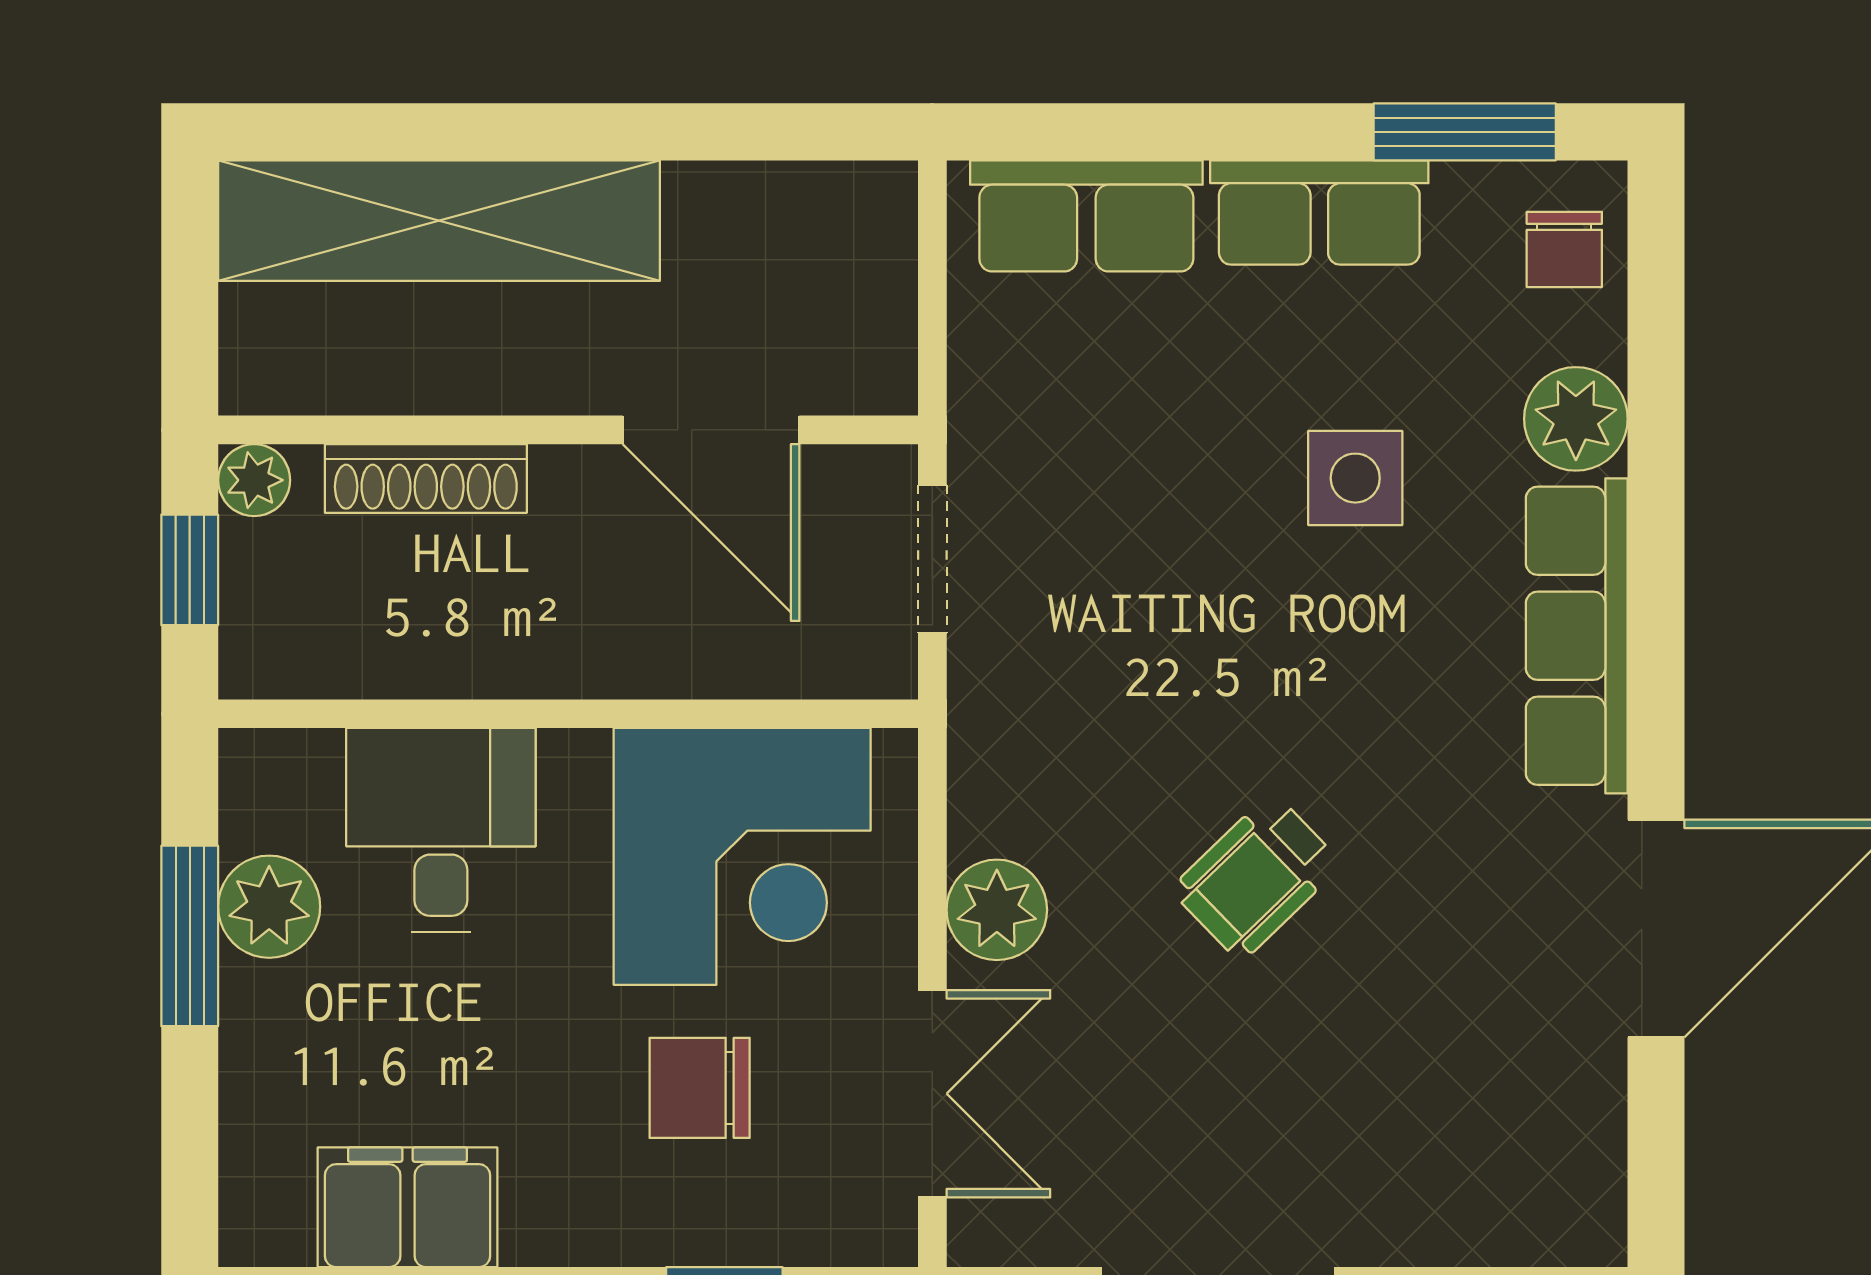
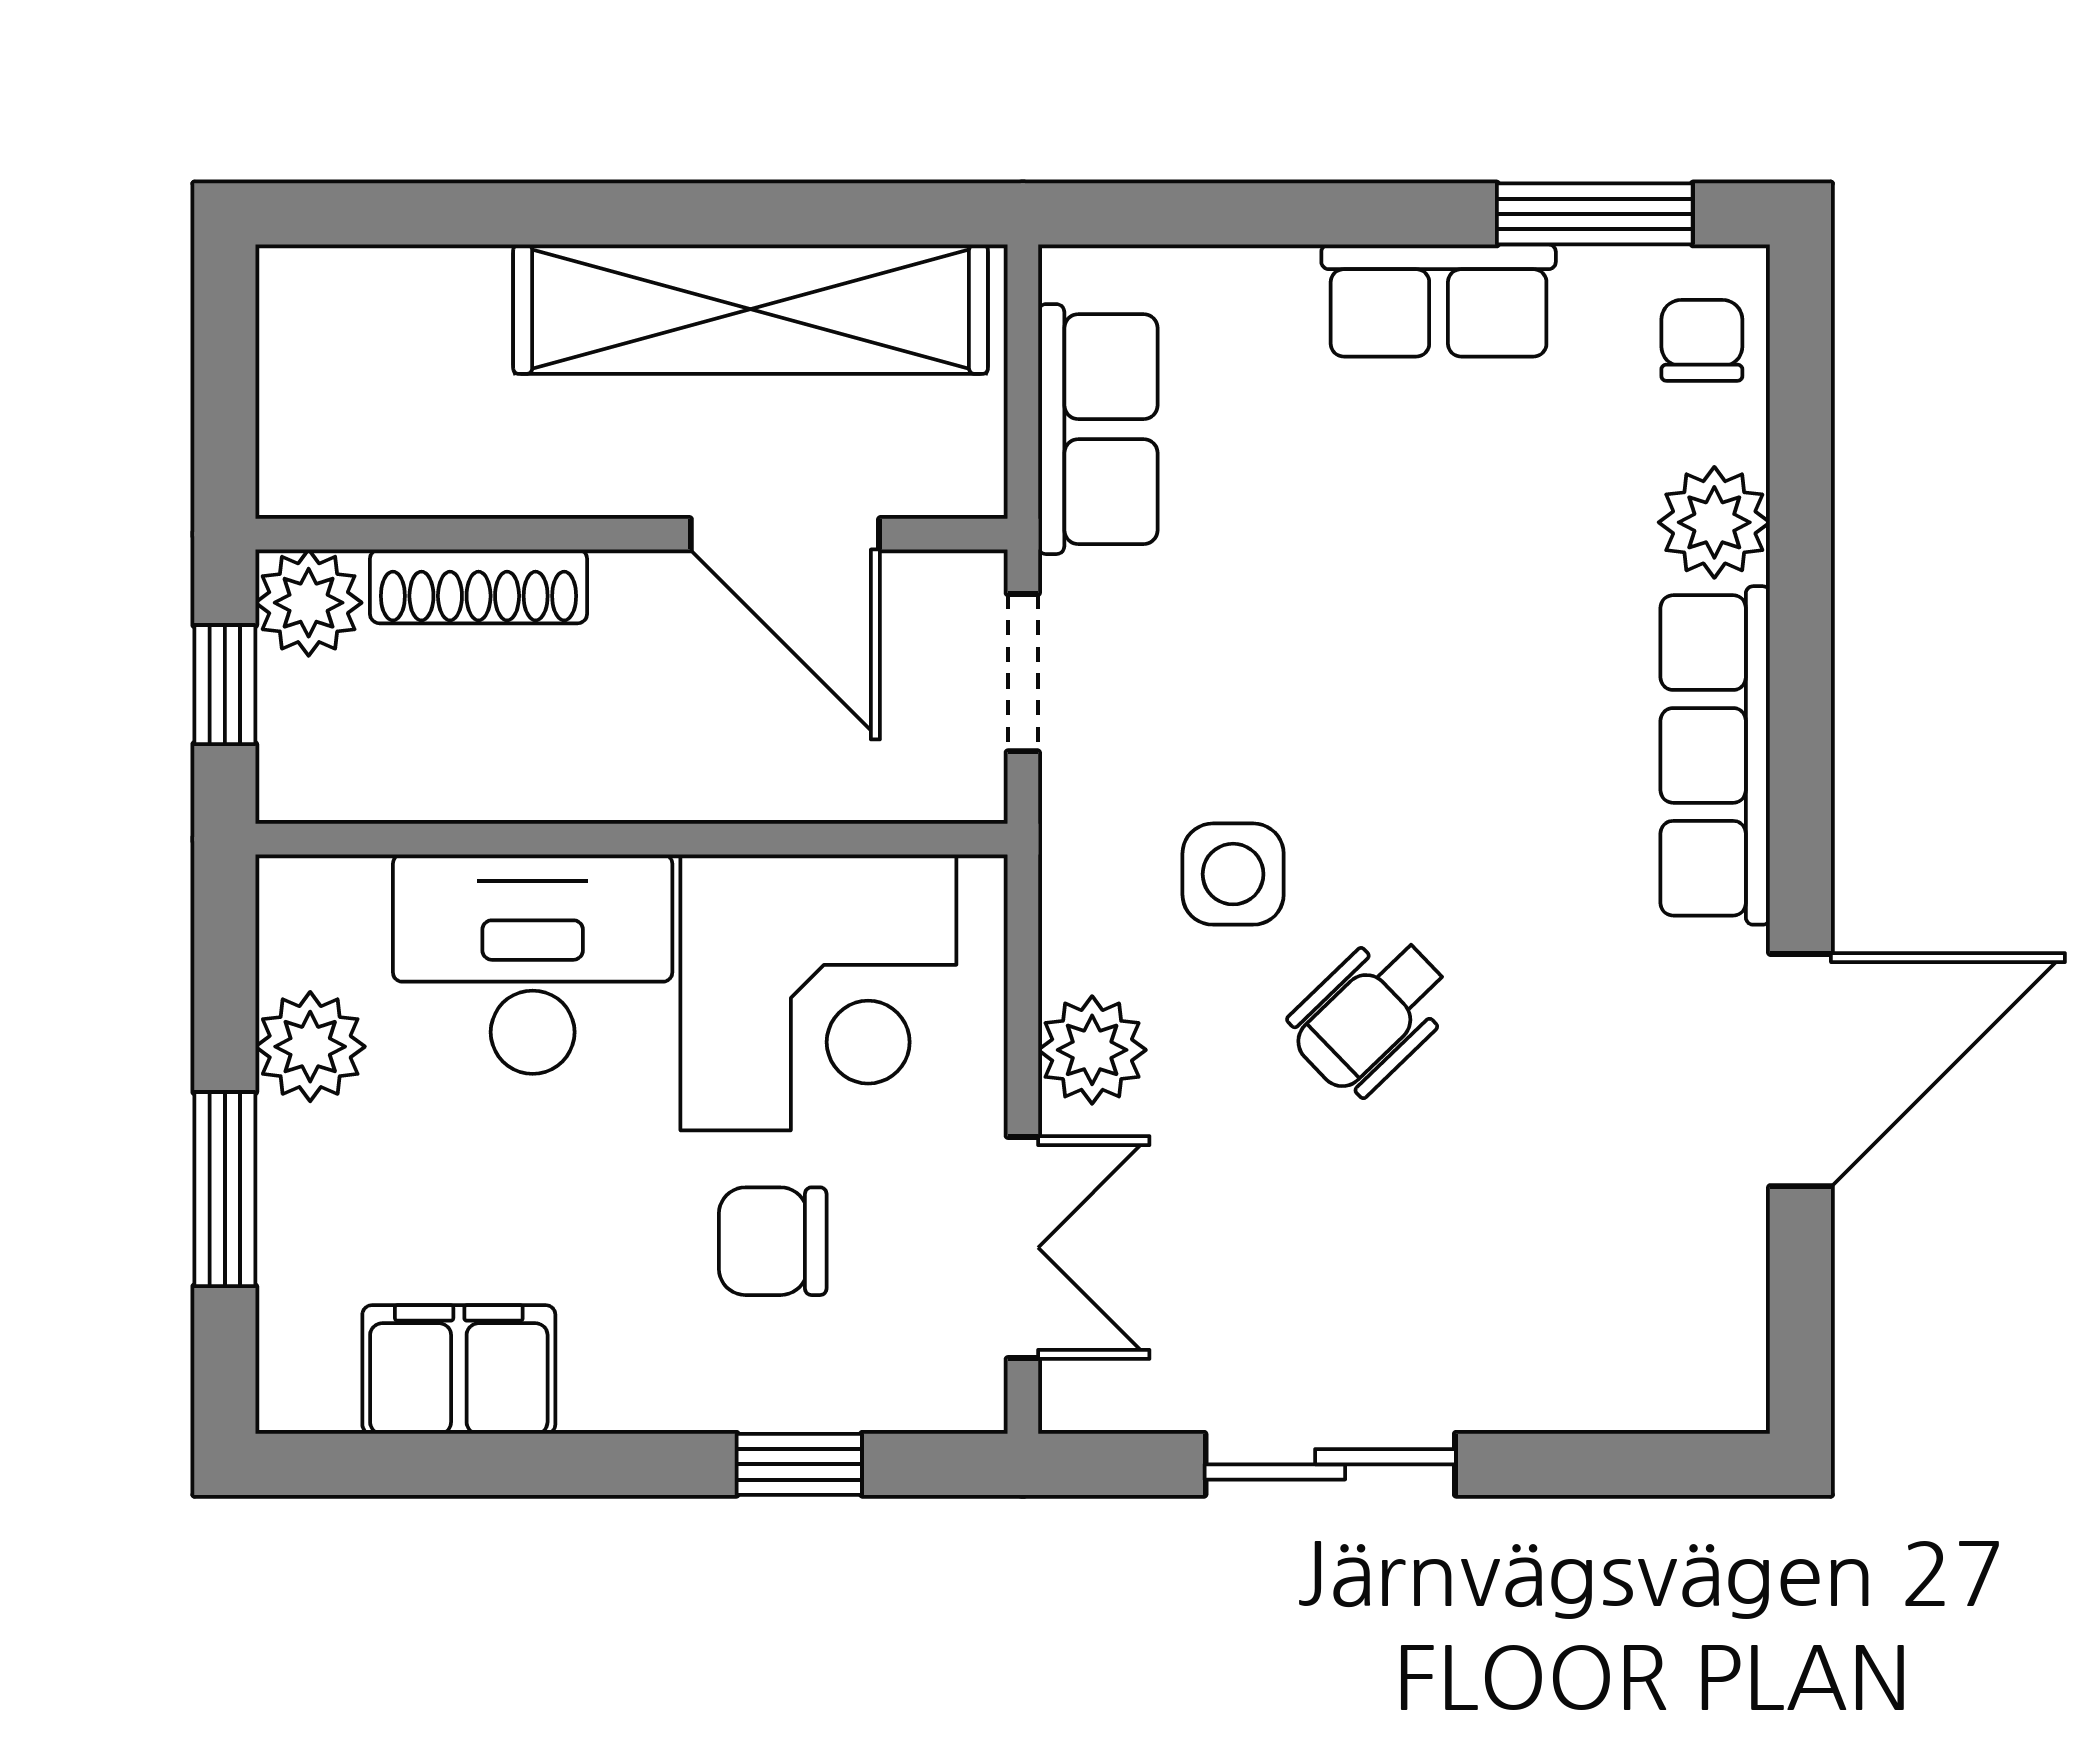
row of seats: (1086, 216) -> (1098, 429), moved, turned -90
shelving: (439, 221) -> (751, 309), moved
chair: (1564, 249) -> (1702, 340), turned 180
side table: (1355, 478) -> (1233, 874), moved
plant: (254, 480) -> (309, 603), width x1.38, depth x1.38
desk: (441, 830) -> (533, 964), width x1.37
window: (190, 936) -> (225, 1189), moved

